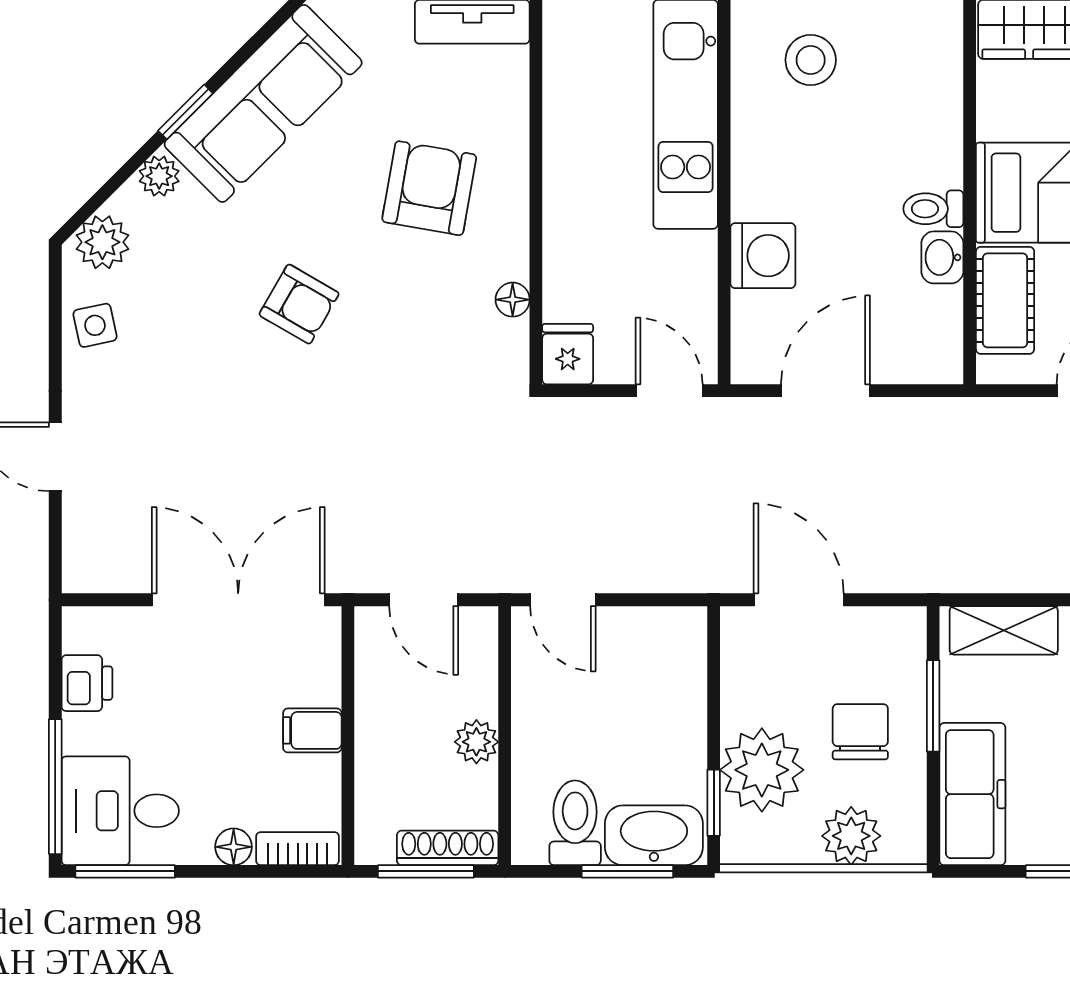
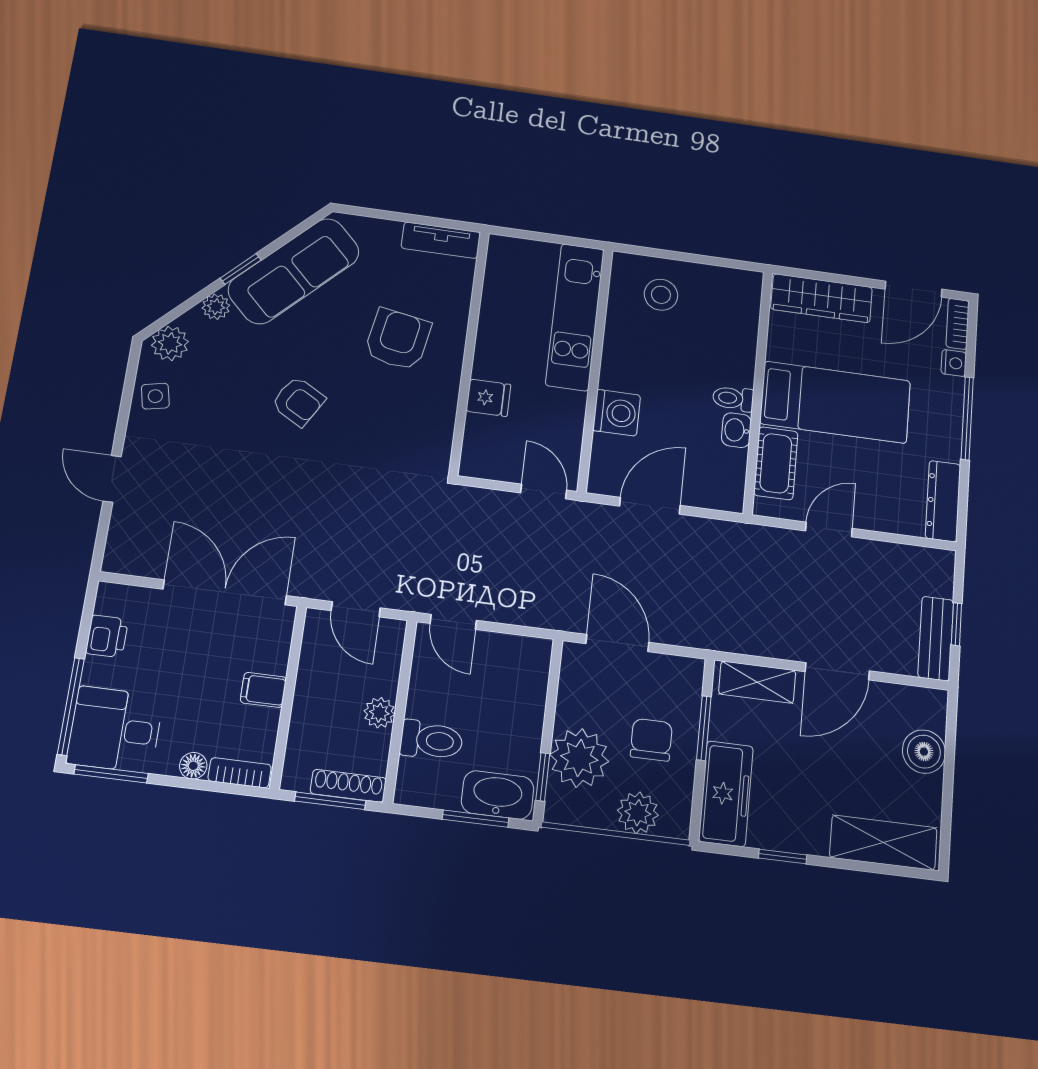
floor lamp: (513, 300) -> (444, 418), removed
fridge: (568, 354) -> (488, 398), moved, turned 90
toilet: (575, 823) -> (431, 740), moved, turned 90

